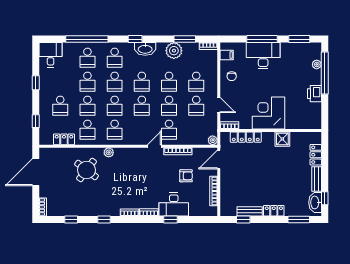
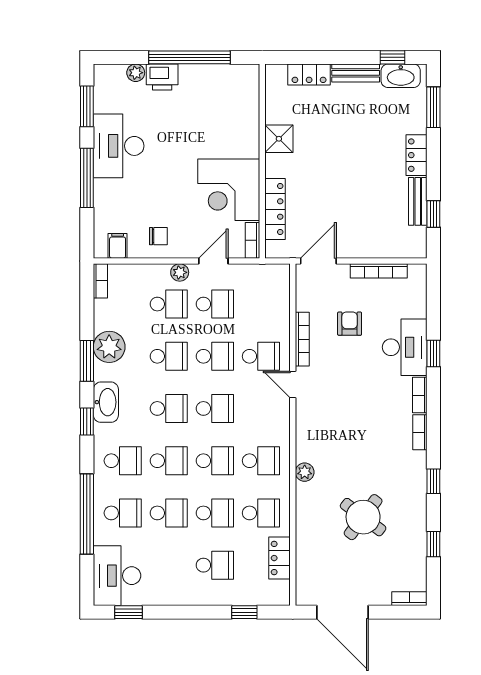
window: (185, 39) -> (87, 361), moved
desk: (51, 55) -> (117, 576), width x1.37
desk: (263, 56) -> (119, 146), moved
window: (325, 73) -> (190, 57), moved
window: (36, 83) -> (129, 612), moved
printer: (315, 94) -> (162, 77), moved
corner desk: (269, 113) -> (229, 190), moved
plant: (213, 140) -> (180, 272), moved
door: (219, 160) -> (318, 261), swing flipped
round table: (87, 170) -> (363, 517), moved

